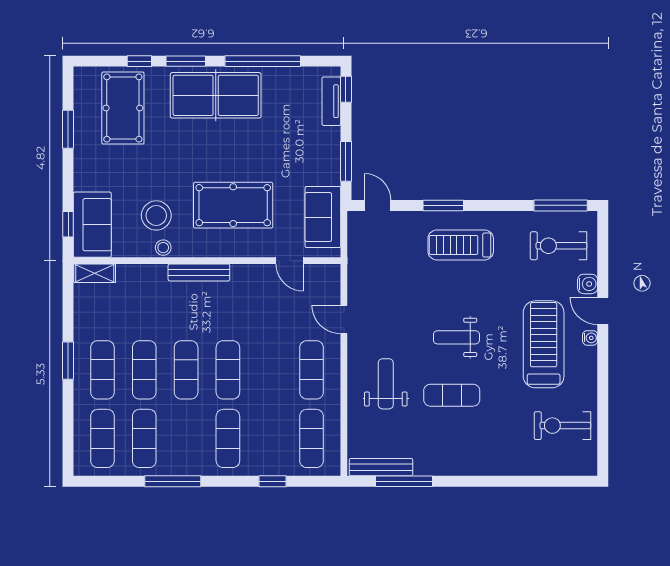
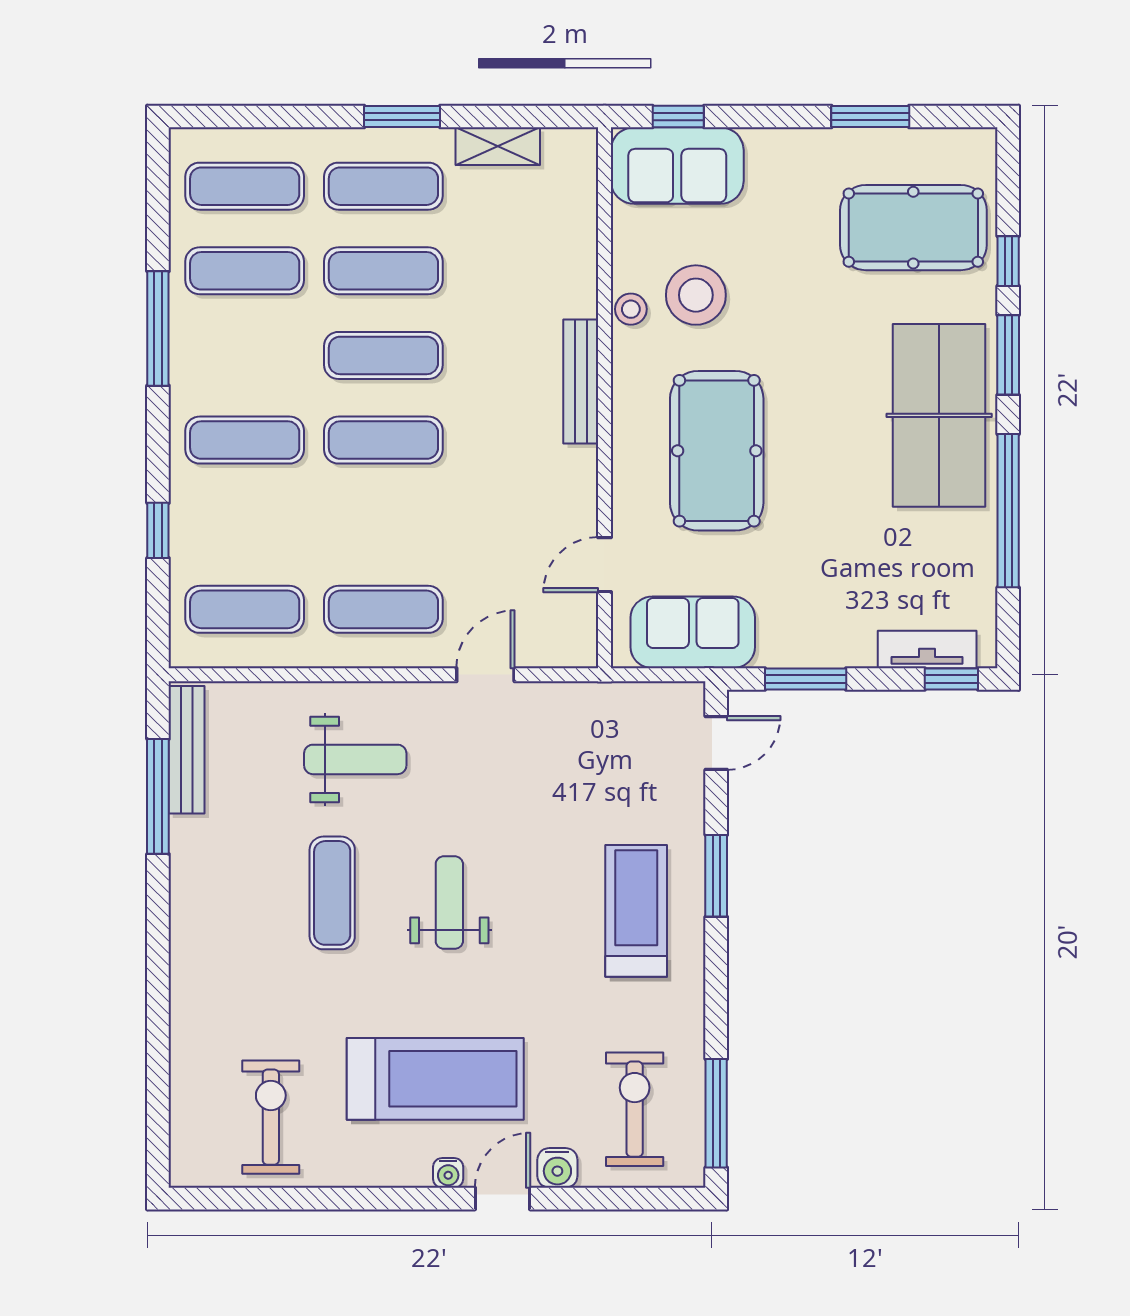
shelving: (95, 273) -> (498, 146), moved, turned 90

